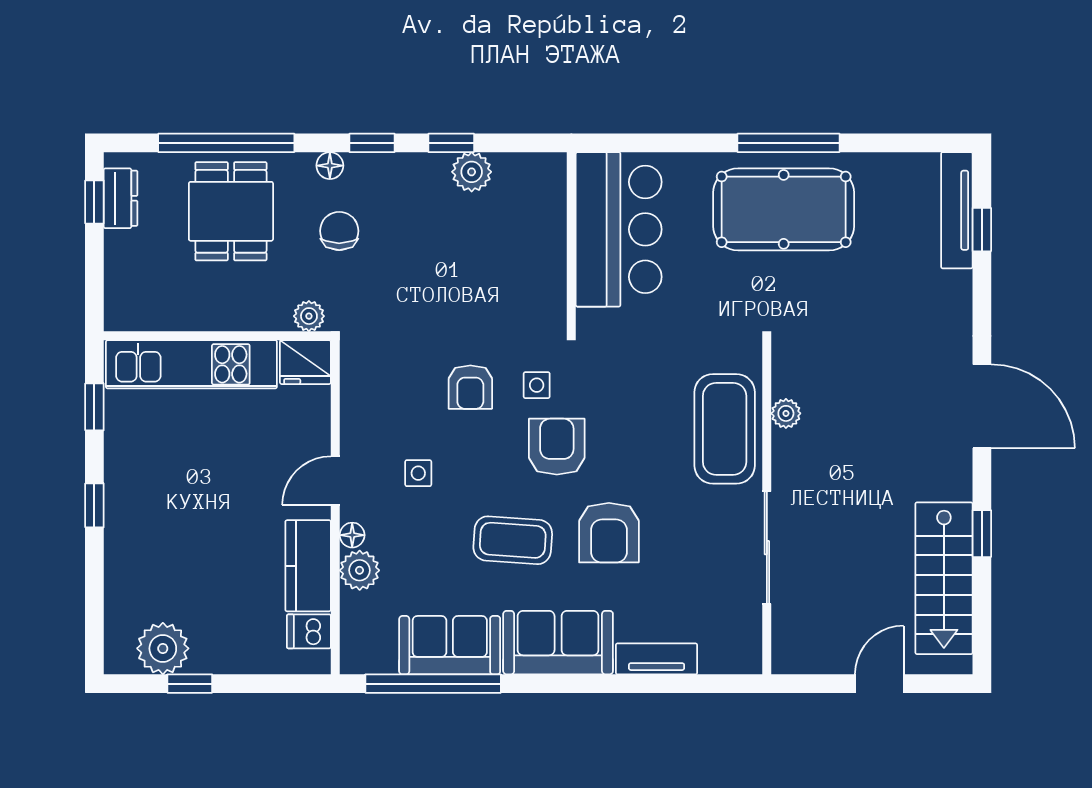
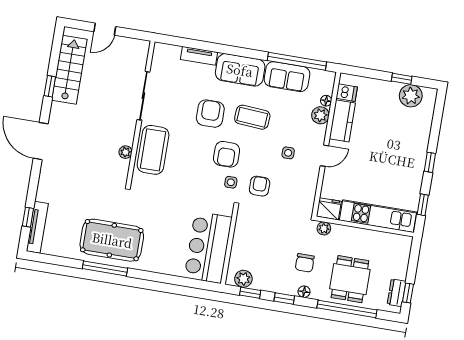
bar counter: (619, 229) -> (208, 247), moved
wall: (571, 242) -> (229, 245), moved
floor lamp: (352, 535) -> (326, 101), moved

